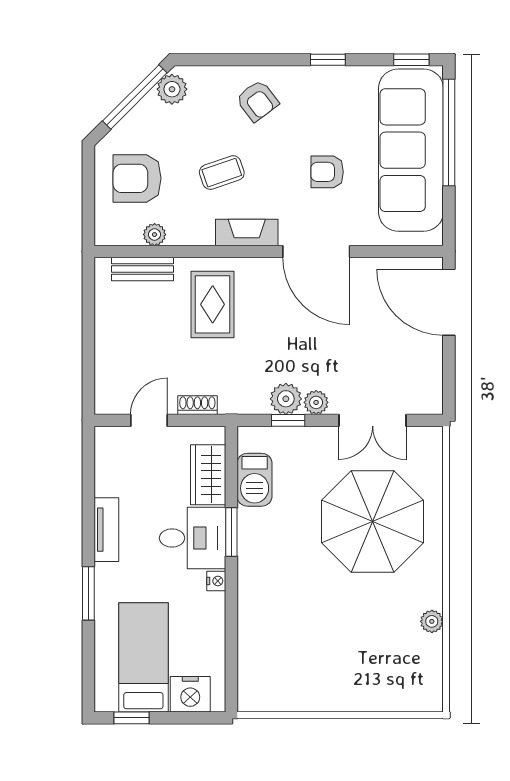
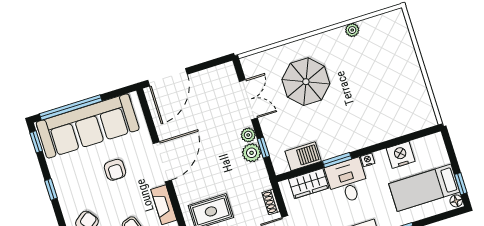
parasol: (372, 521) -> (306, 82), width x0.73, depth x0.73
nightstand: (190, 694) -> (401, 155), moved, turned -90
floor lamp: (106, 702) -> (456, 201), added

